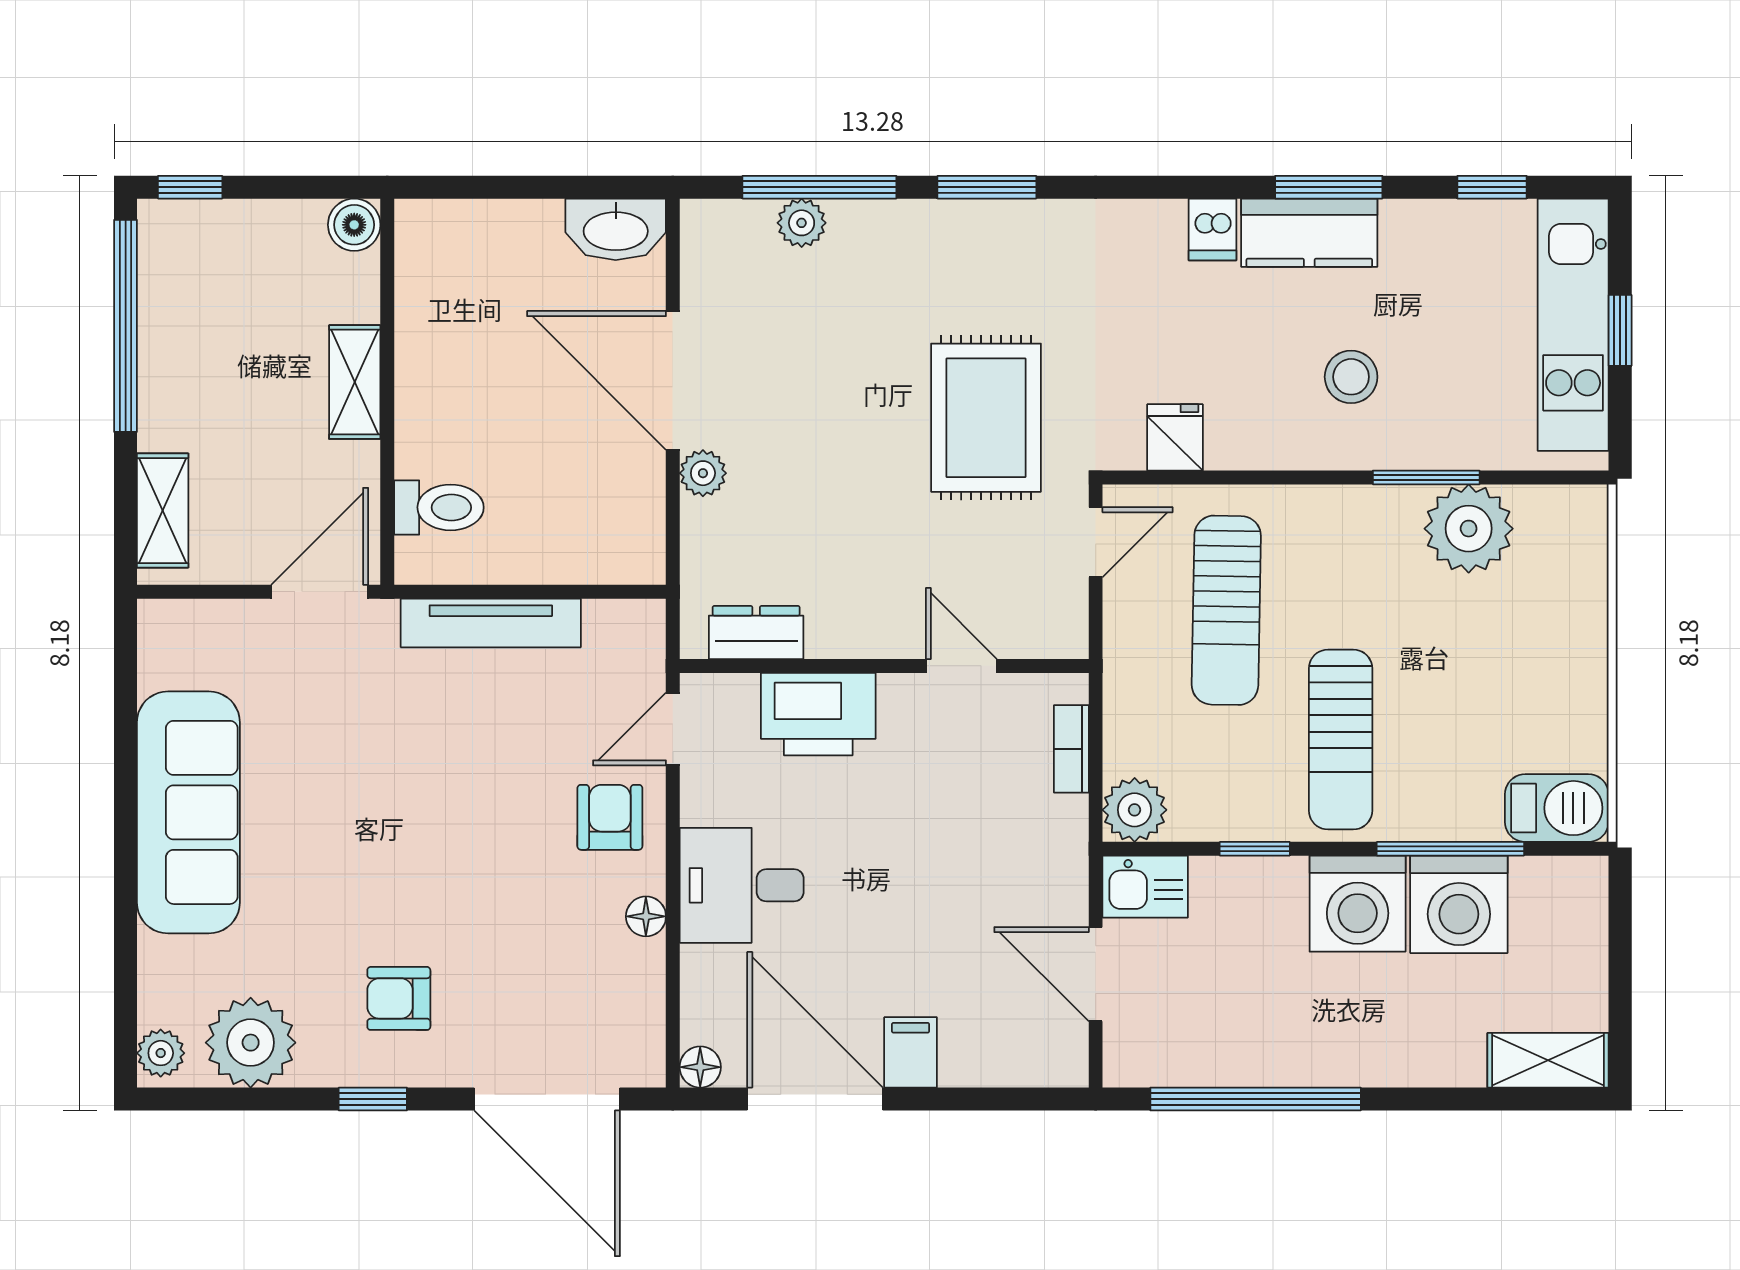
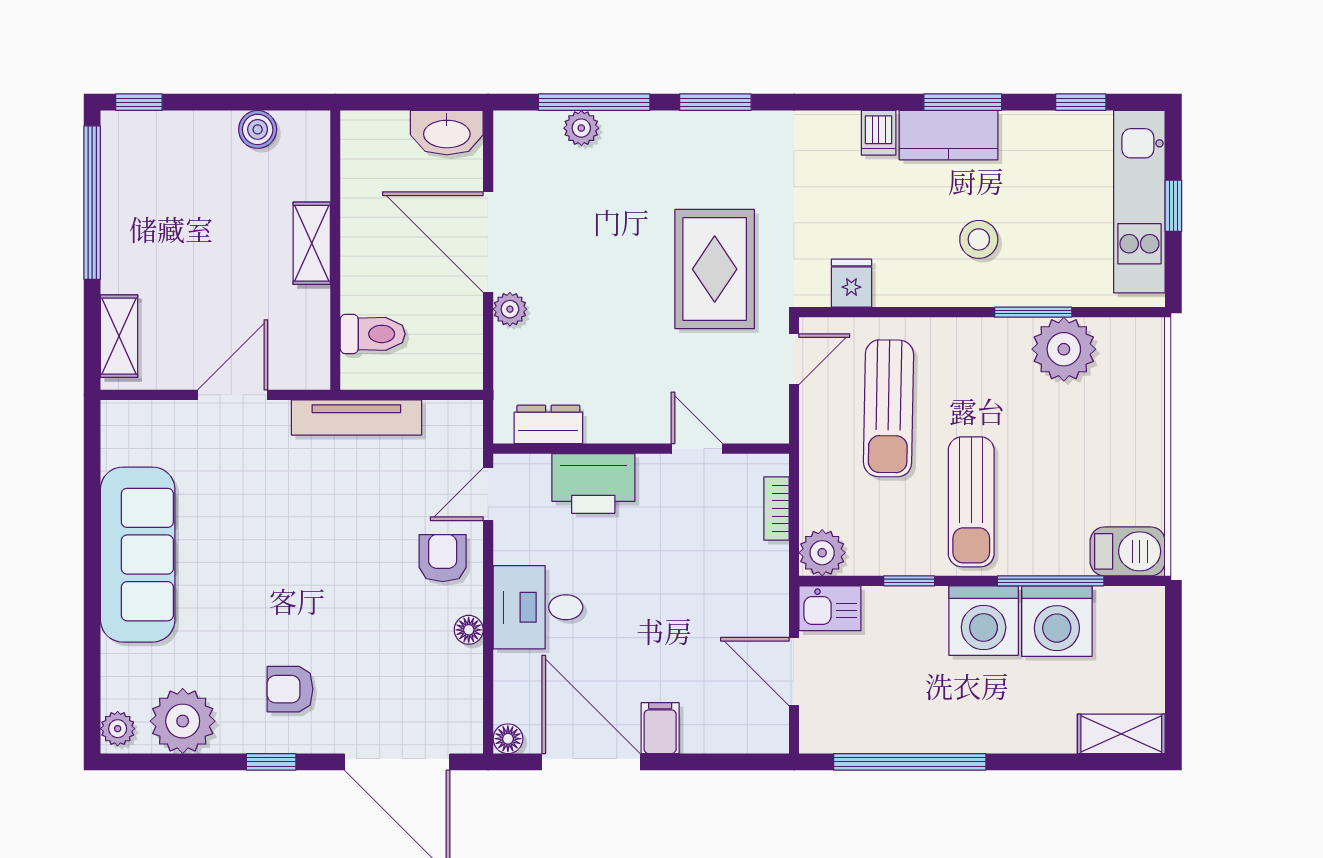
shelving: (355, 382) -> (312, 243), moved
wall: (387, 392) -> (335, 250), moved
toilet: (439, 507) -> (373, 334), moved

